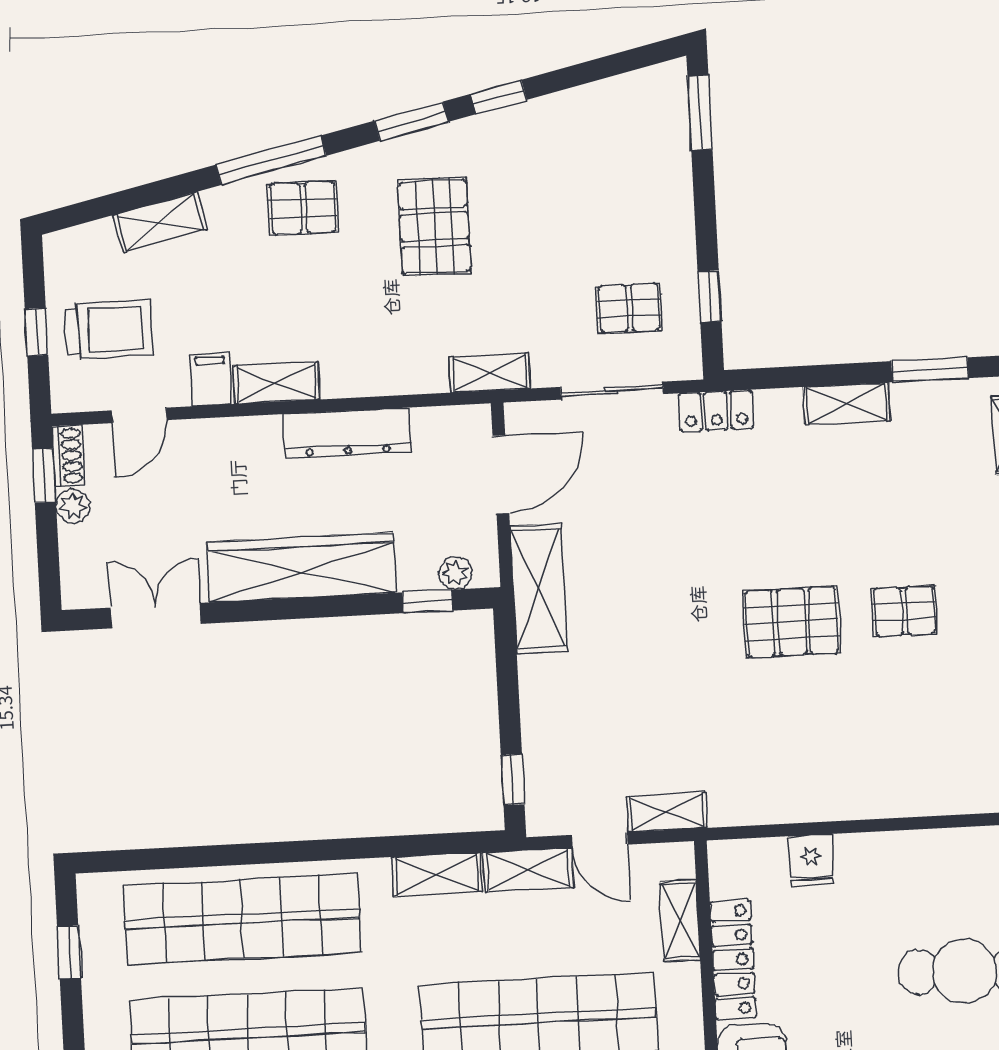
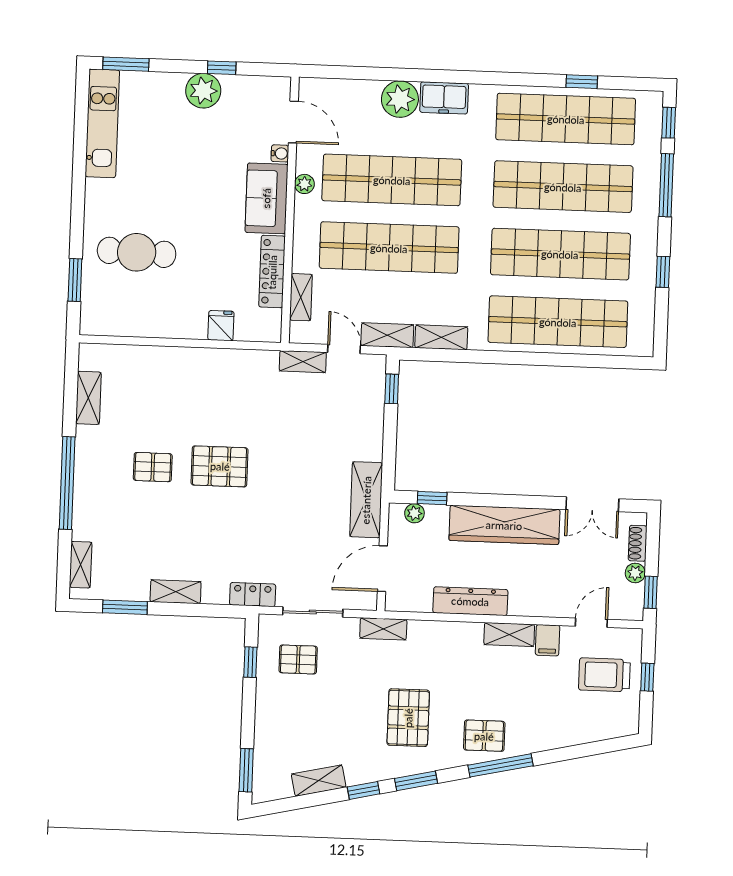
shelving: (160, 222) -> (319, 781), moved
shoe rack: (68, 456) -> (638, 543), moved
window: (69, 952) -> (663, 272), moved

